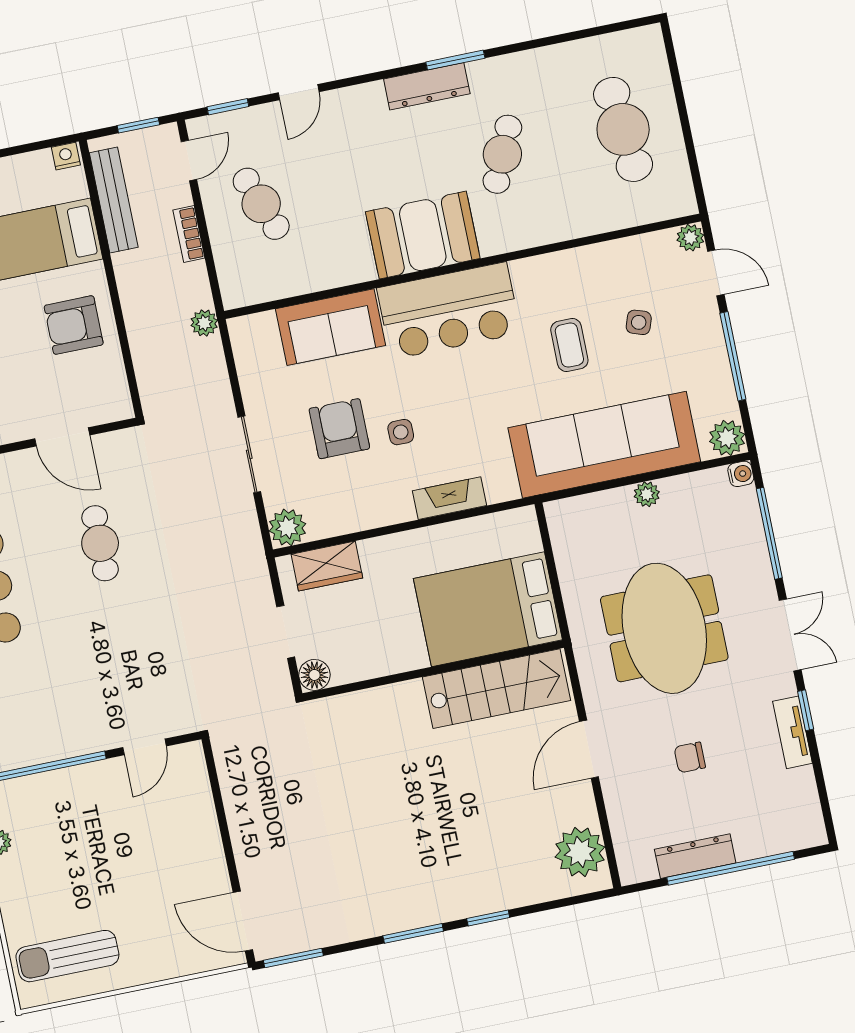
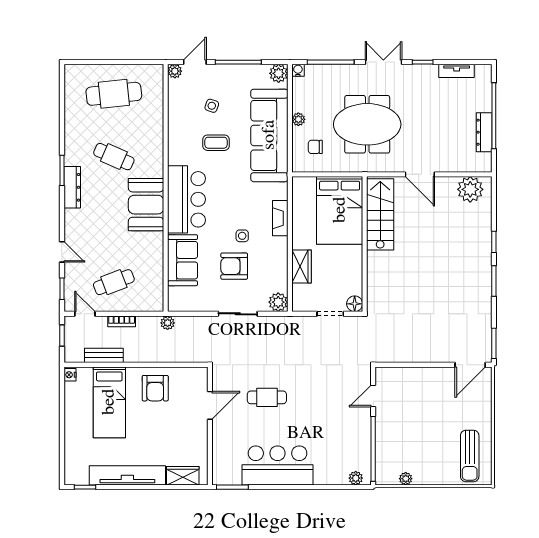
bench: (114, 200) -> (104, 355), width x0.73
wardrobe: (327, 566) -> (302, 266), moved
tv unit: (793, 732) -> (457, 71), moved
door: (145, 747) -> (373, 396), swing flipped
chair: (690, 757) -> (315, 147), moved, turned 90

